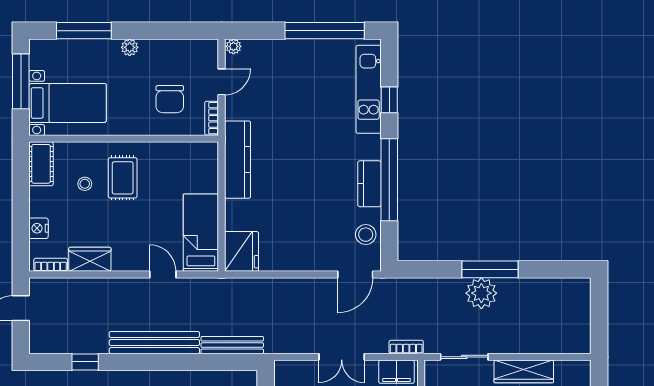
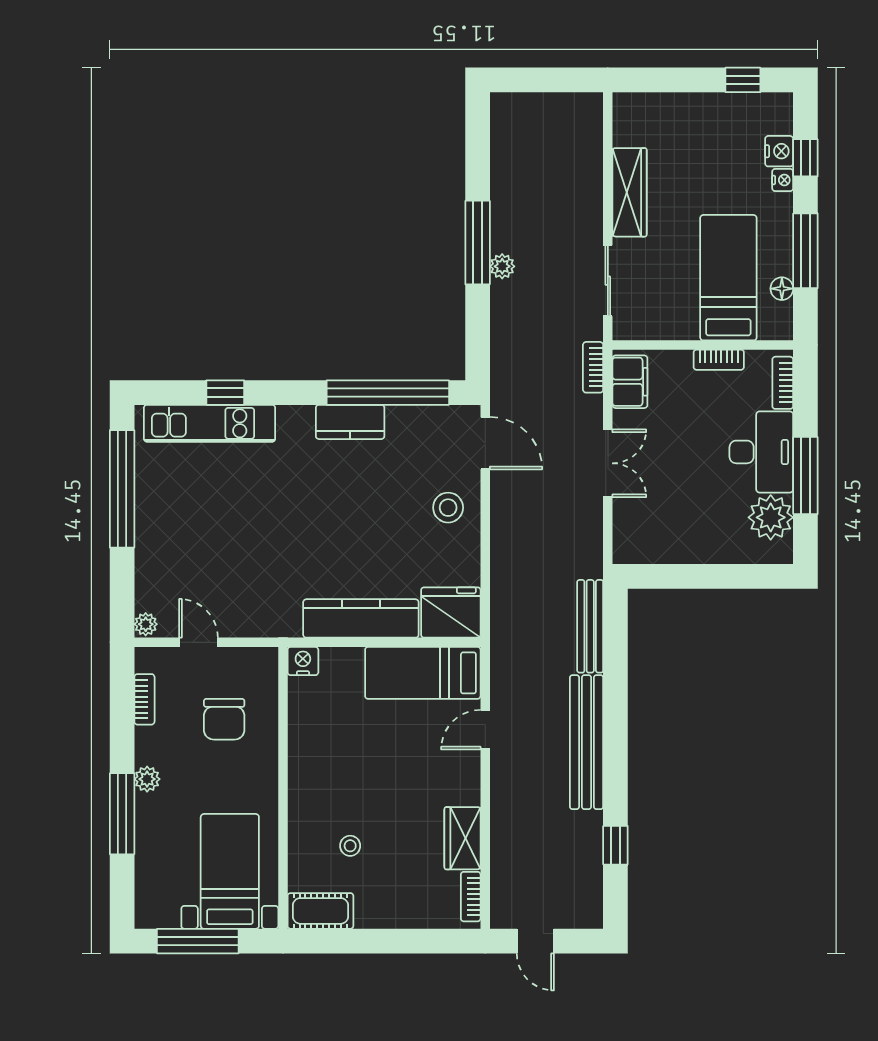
window: (84, 31) -> (122, 814), moved
chair: (170, 99) -> (224, 719), turned 90
bookcase: (212, 118) -> (144, 699), moved, turned -90
kitchen counter: (237, 160) -> (361, 618), moved
rug: (123, 178) -> (341, 789), removed
window: (389, 180) -> (388, 393), moved
nightstand: (38, 228) -> (303, 661), moved, turned 180
stool: (366, 235) -> (448, 508), moved
plant: (481, 293) -> (502, 266), width x0.53, depth x0.53

